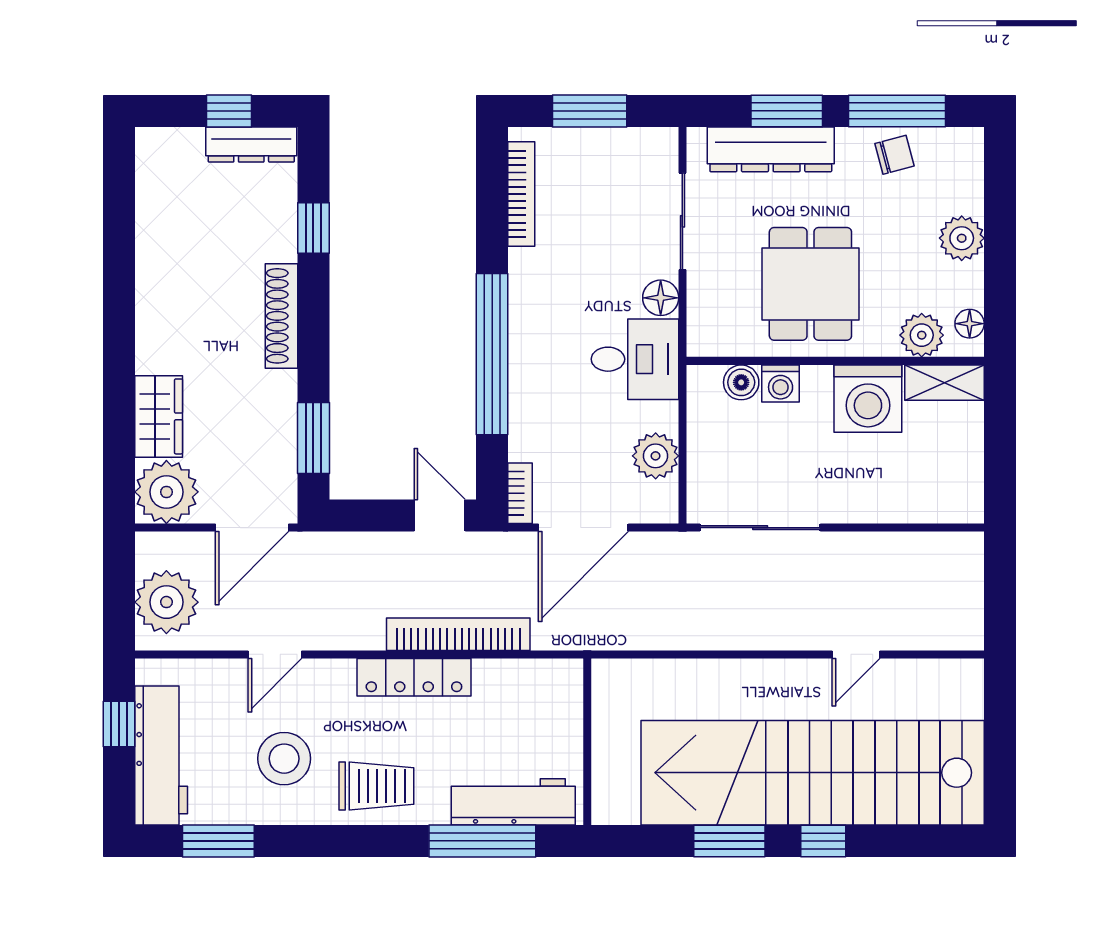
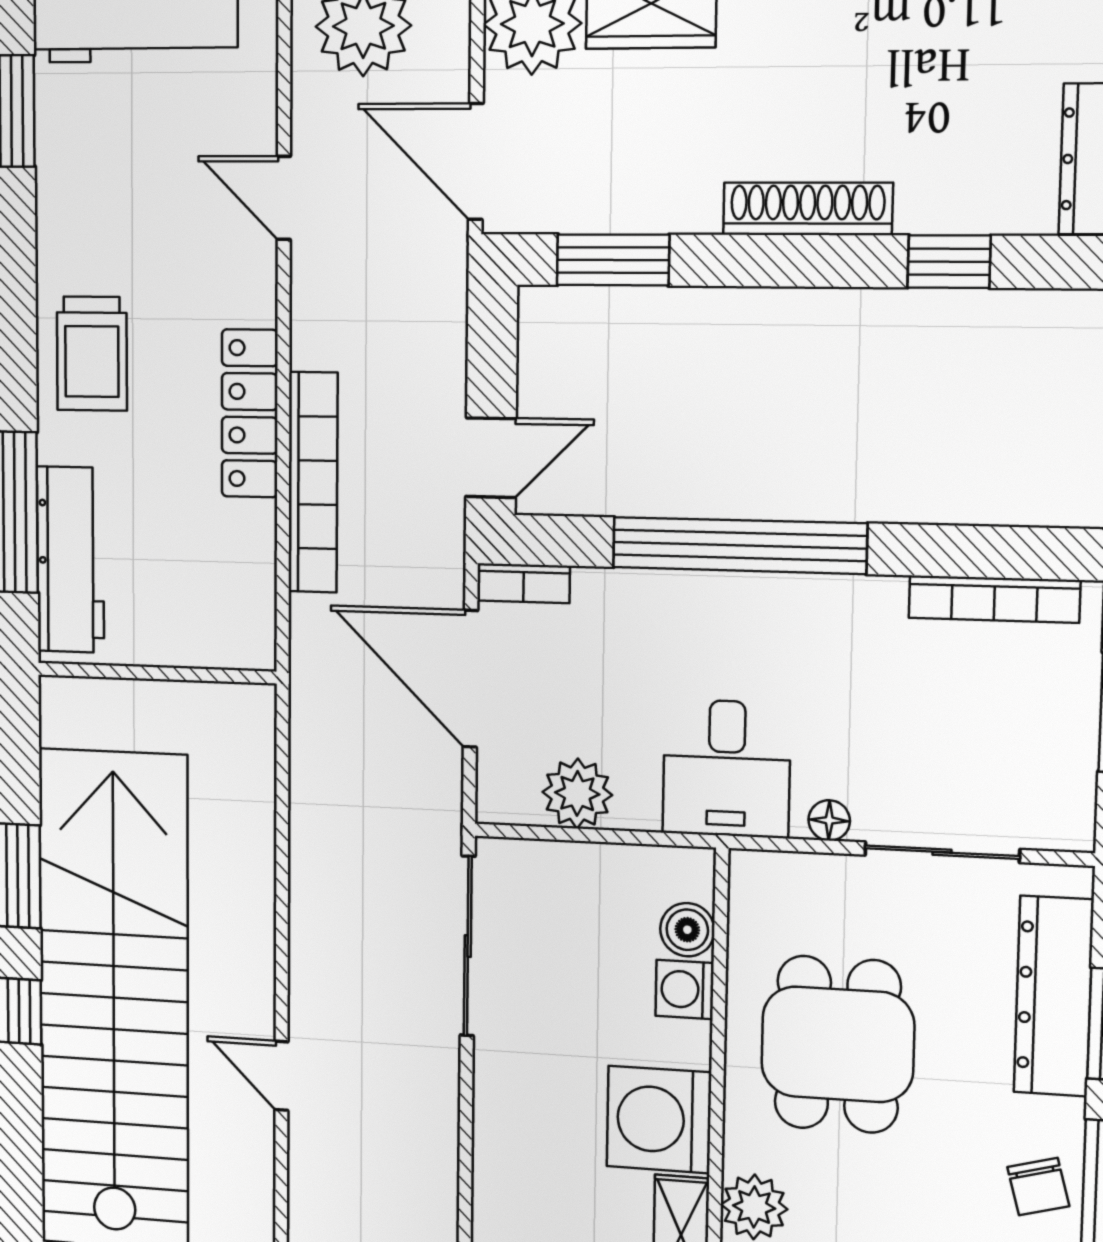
dining table: (810, 284) -> (838, 1044), turned 90
floor lamp: (661, 298) -> (829, 820), width x0.73, depth x0.73
stool: (284, 759) -> (131, 212), removed

